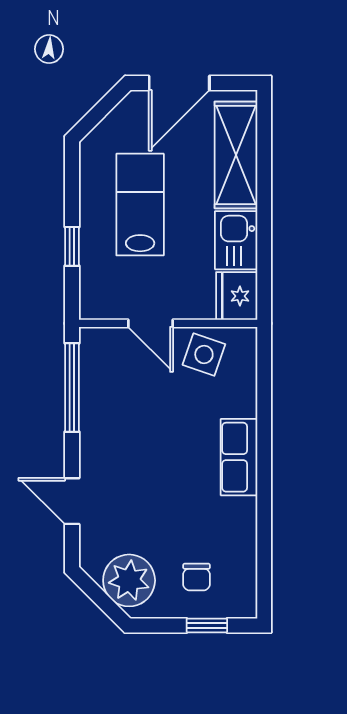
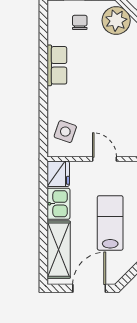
lab bench: (140, 205) -> (110, 223), turned 180
side table: (204, 354) -> (65, 132), moved
row of seats: (239, 457) -> (57, 65), moved

